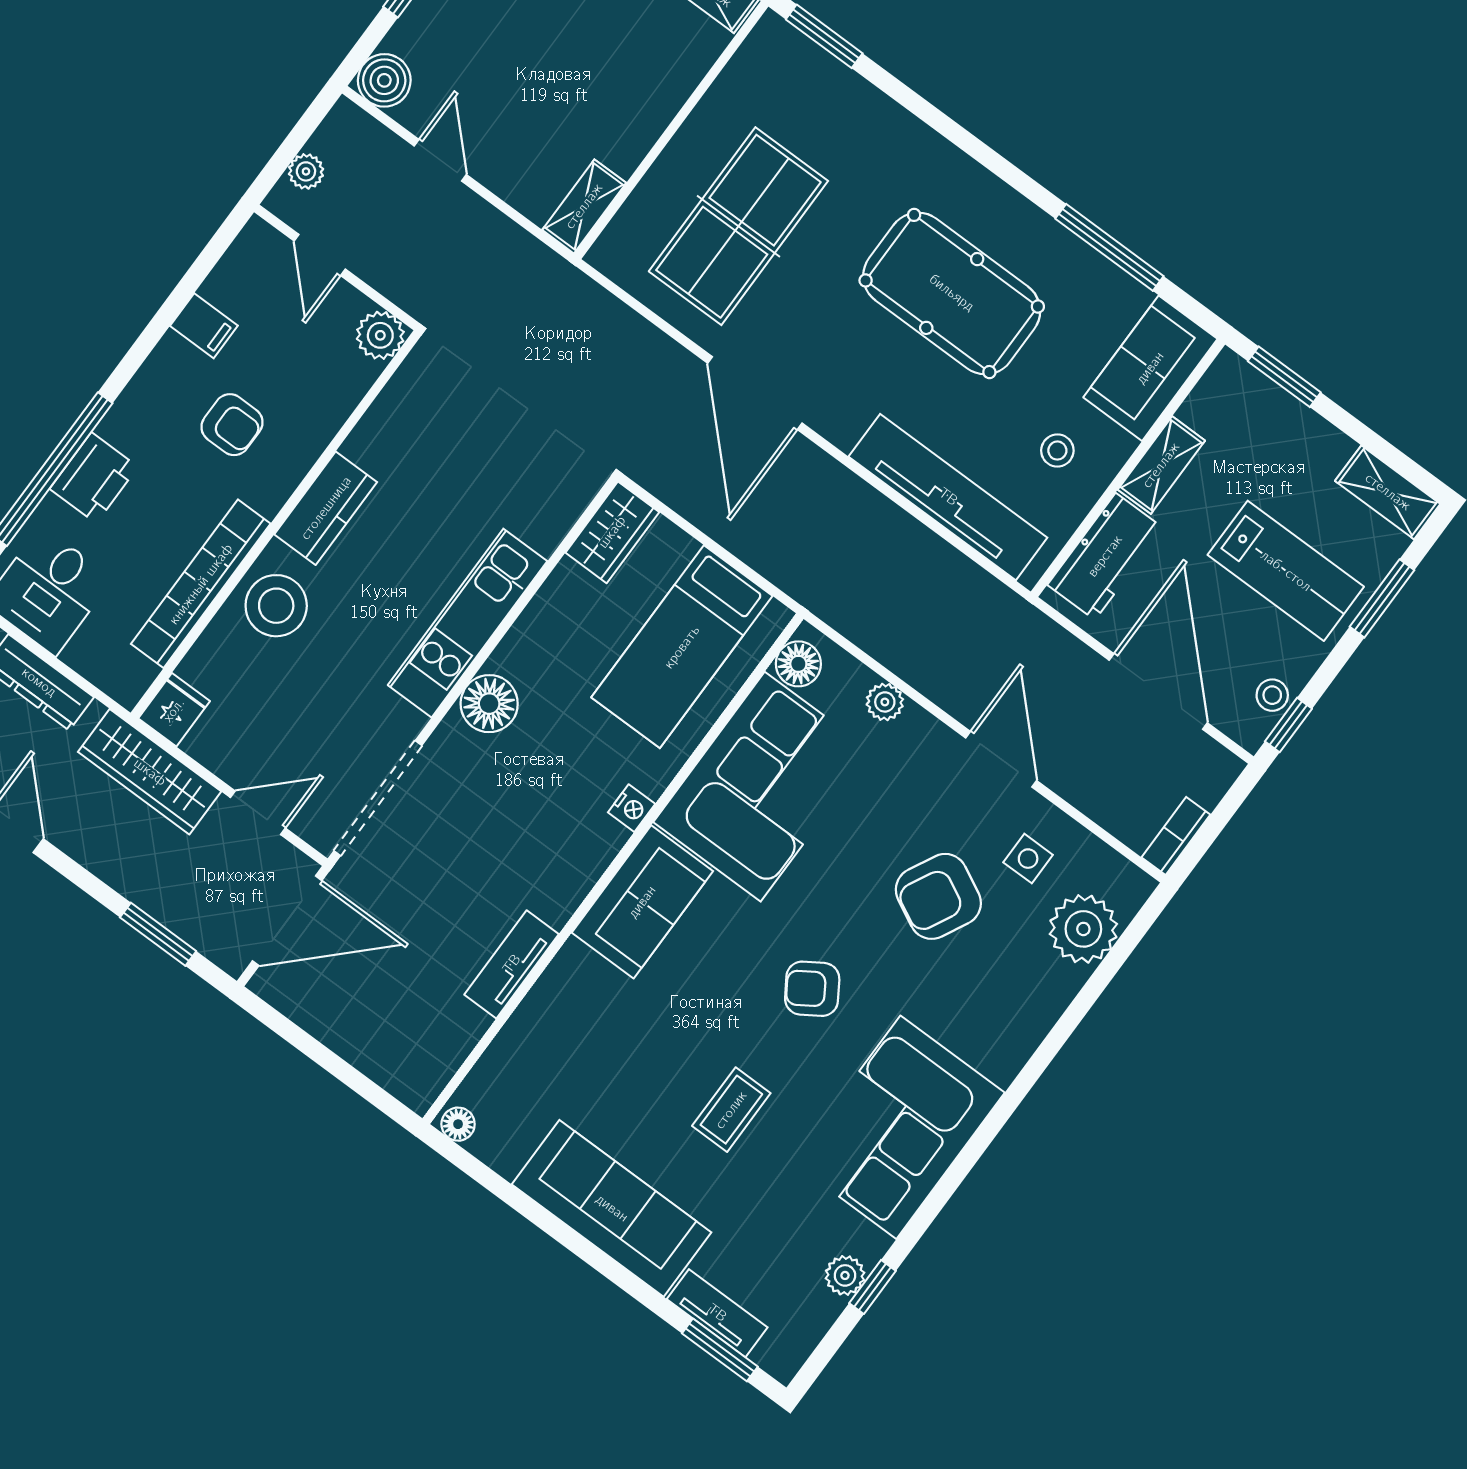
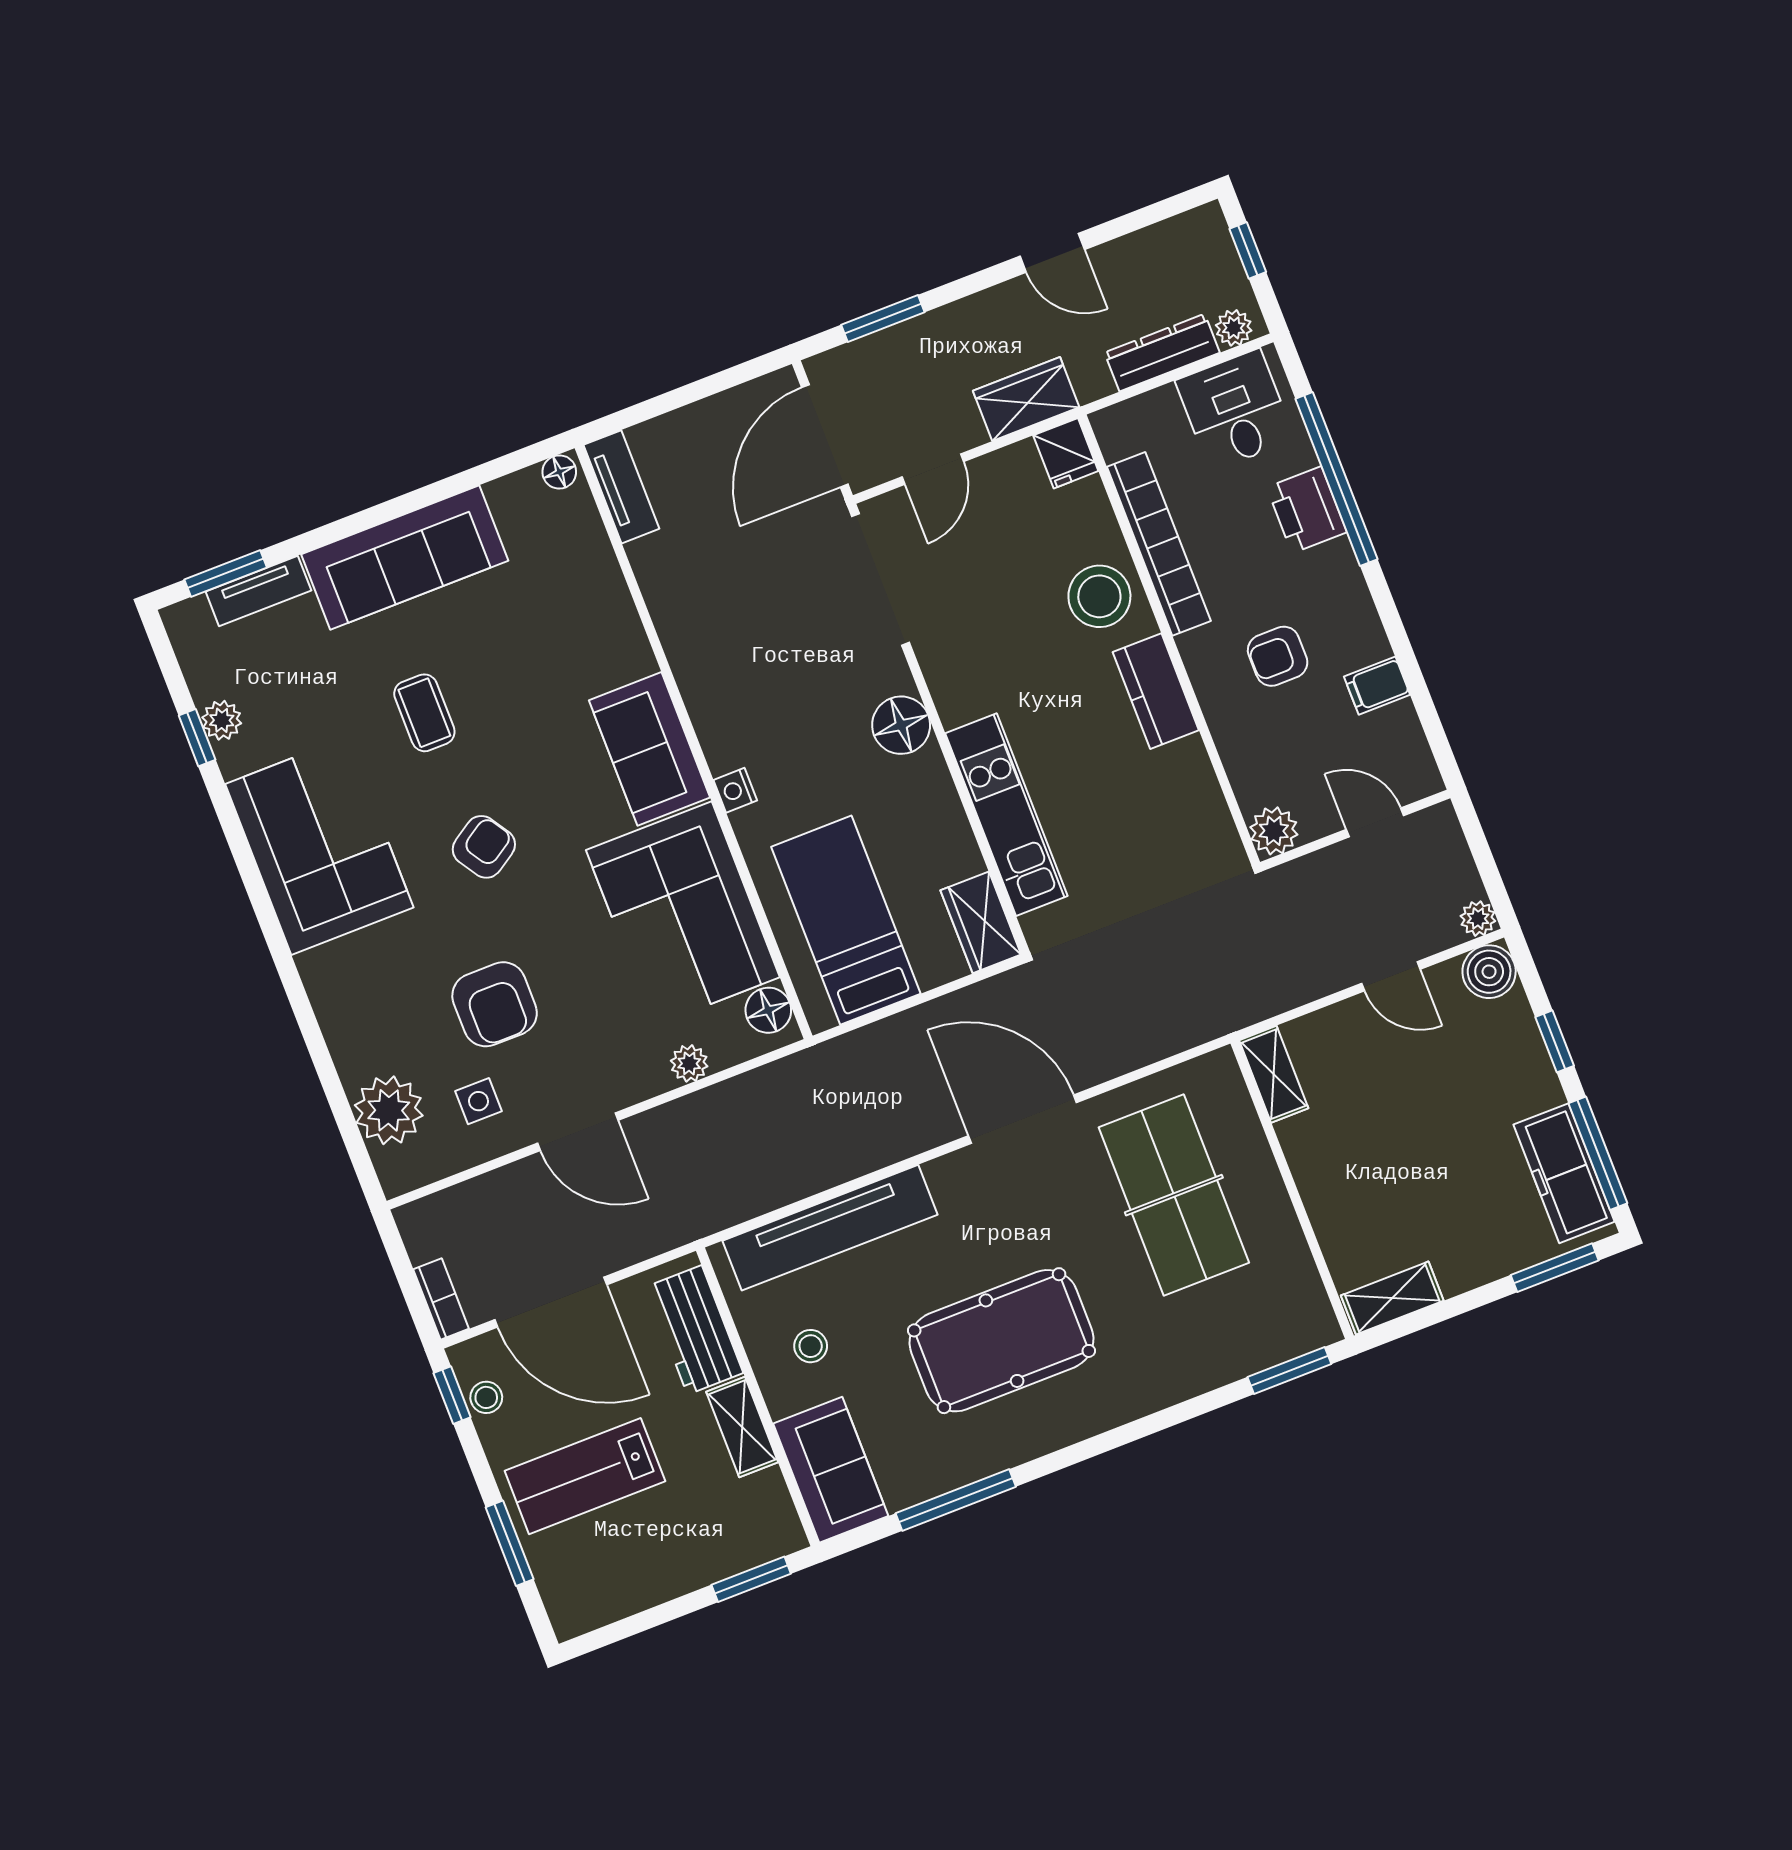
plant: (306, 171) -> (1478, 919), moved
shelving: (1388, 492) -> (597, 1605), removed
kitchen unit: (468, 623) -> (1006, 815), moved
wardrobe: (150, 772) -> (1026, 399), width x0.67
bookcase: (1176, 836) -> (441, 1299), moved
armchair: (938, 896) -> (495, 1004), turned 153
tv unit: (512, 964) -> (621, 487), moved

